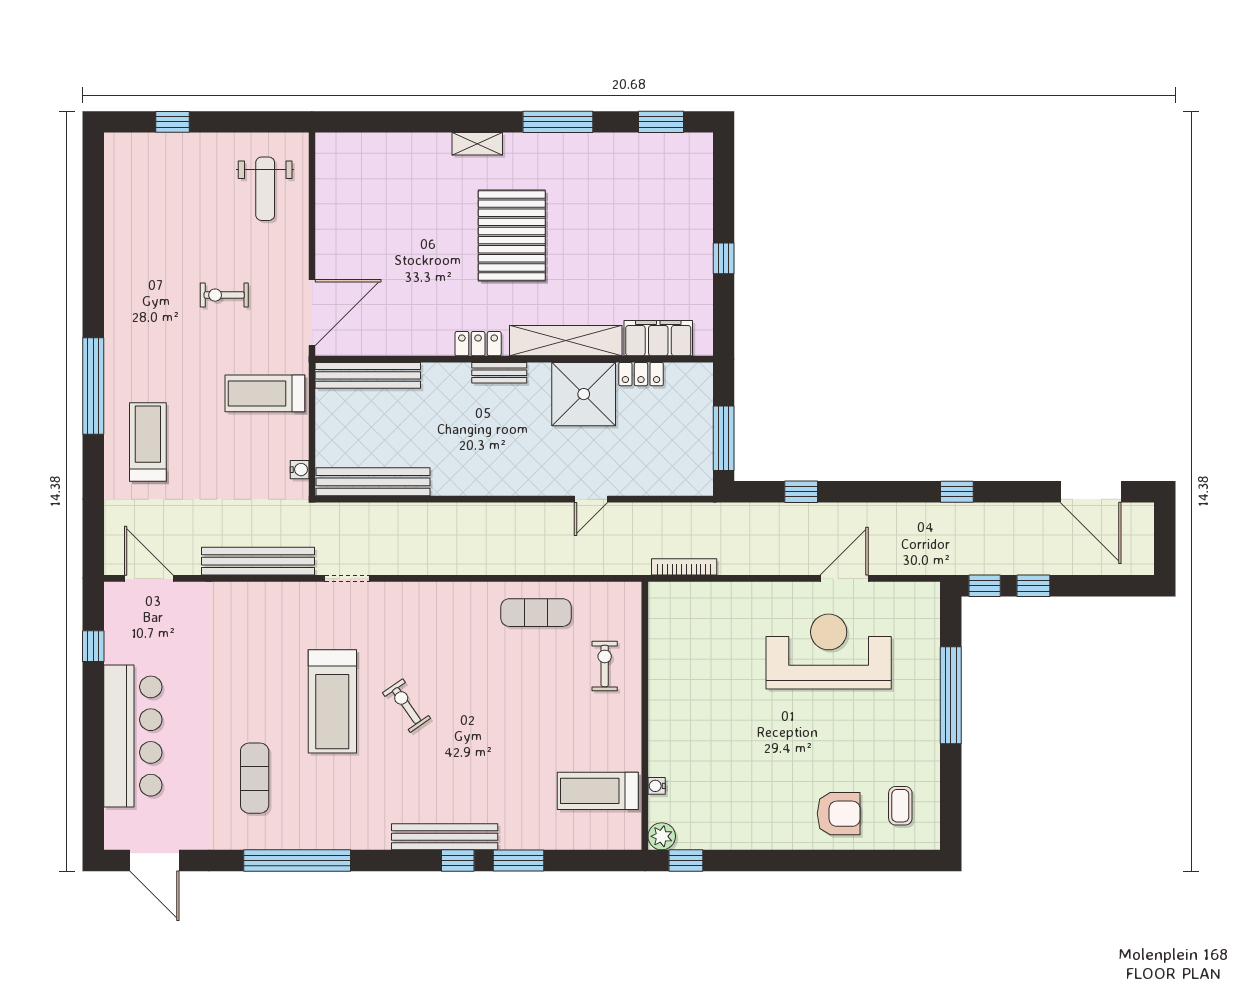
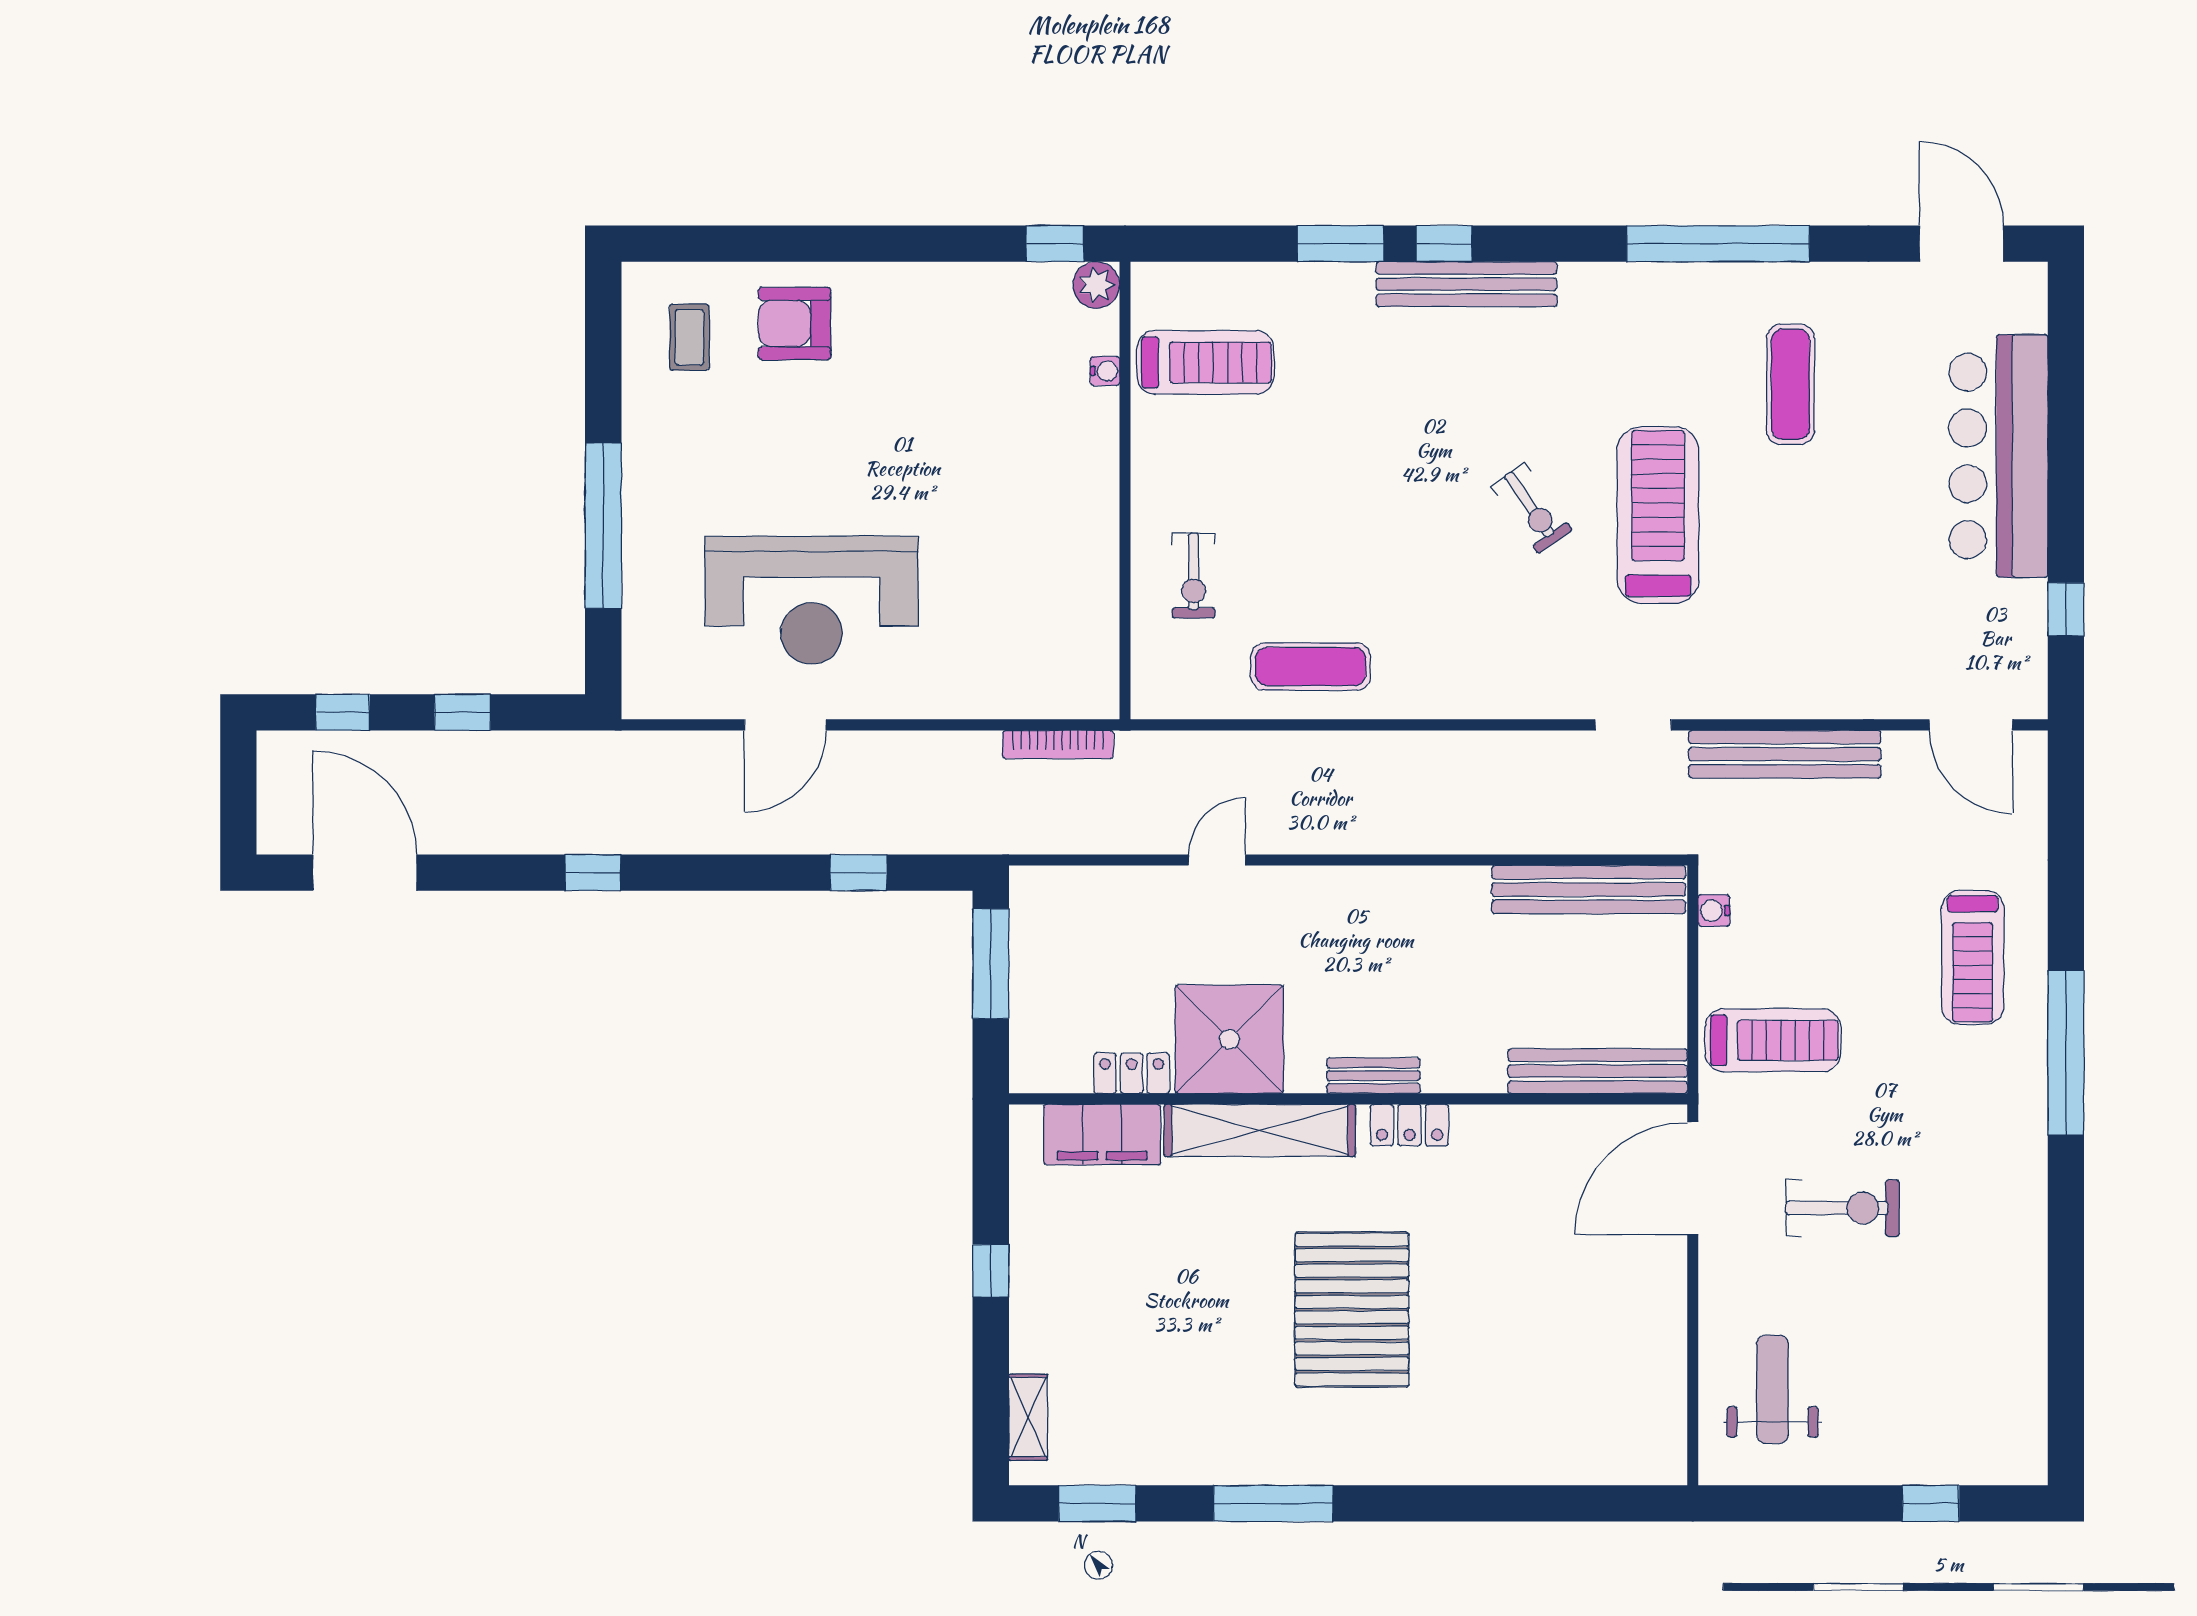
shelving: (477, 144) -> (1028, 1417), moved, turned 90
exercise bike: (224, 295) -> (1842, 1208), width x1.38, depth x1.39
window: (985, 586) -> (343, 712), moved

